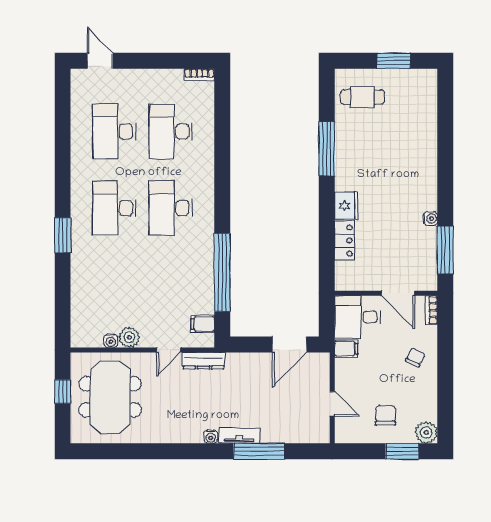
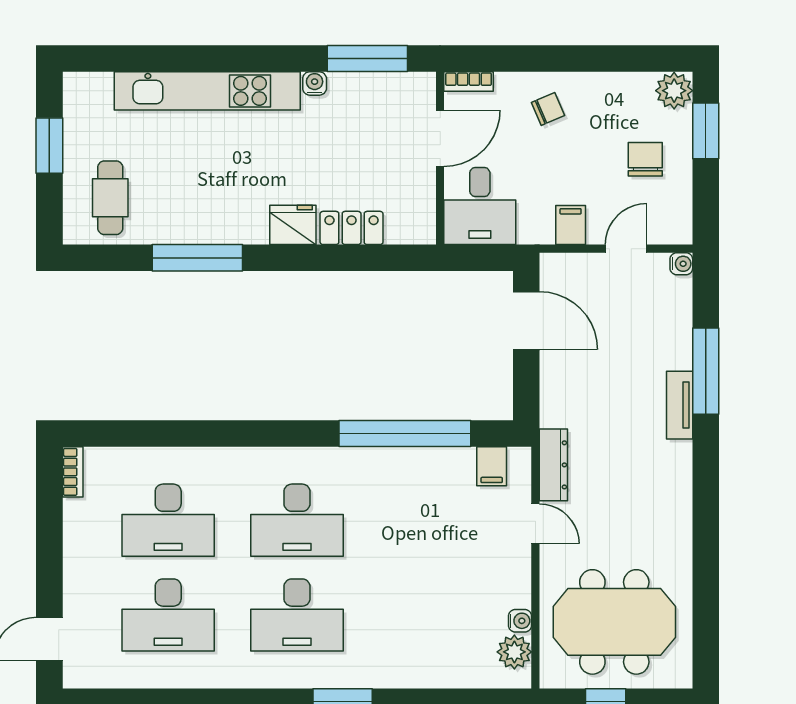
kitchen unit: (426, 155) -> (207, 91), added
plant: (129, 337) -> (514, 652), moved
filing cabinet: (346, 349) -> (571, 225), moved
chair: (415, 357) -> (548, 109), turned 131
chair: (385, 415) -> (645, 159), turned 90
water cooler: (211, 437) -> (681, 264), moved

